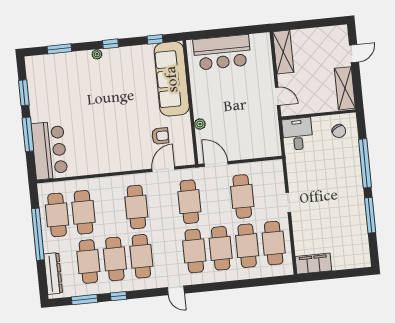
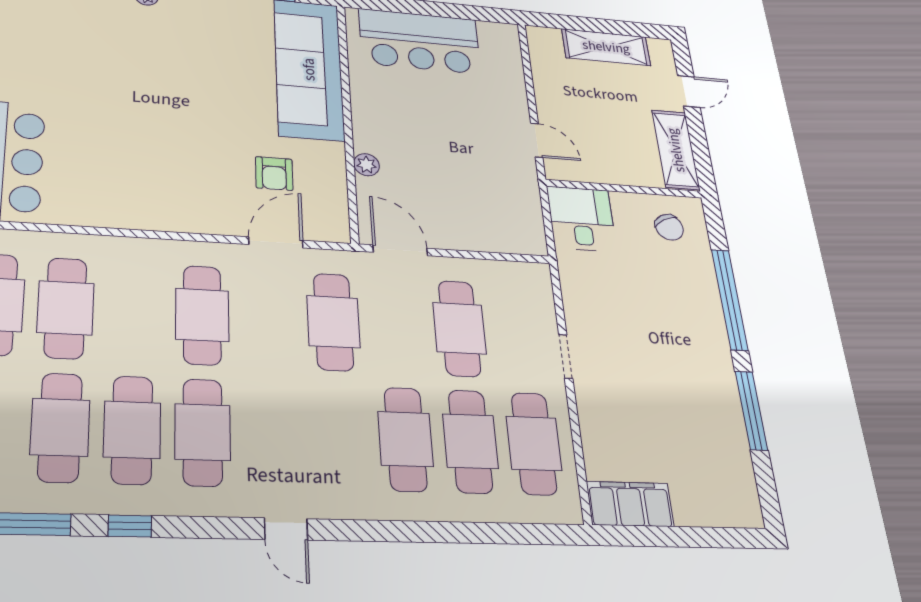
shelving: (283, 52) -> (606, 47), moved, turned 90
armchair: (160, 136) -> (274, 173), turned 90
cafe table: (194, 251) -> (339, 437), removed

